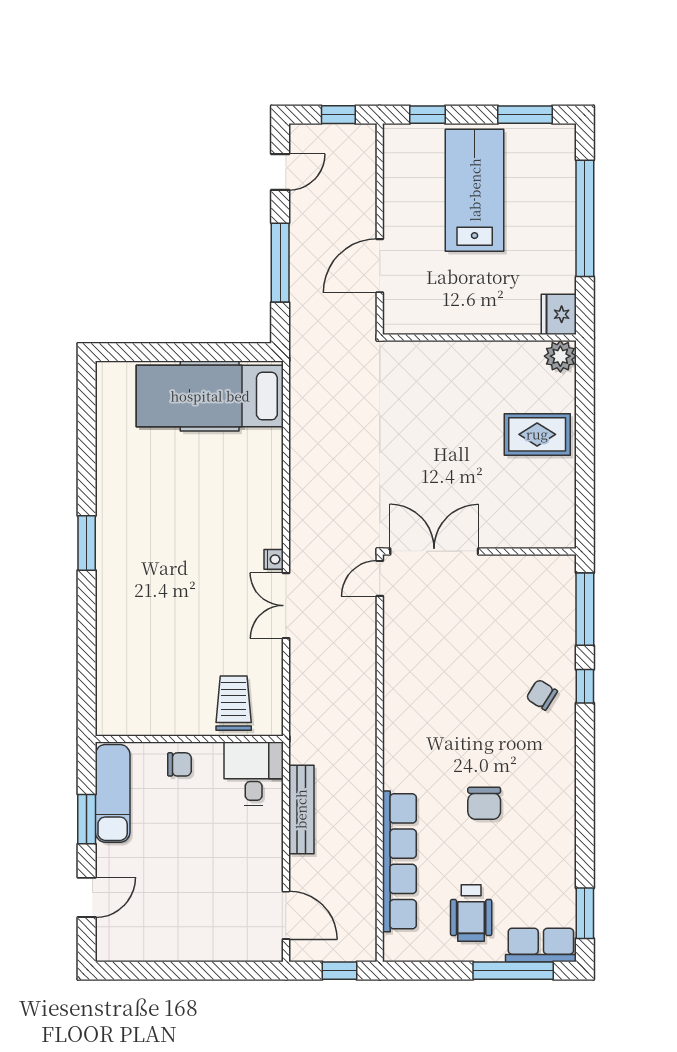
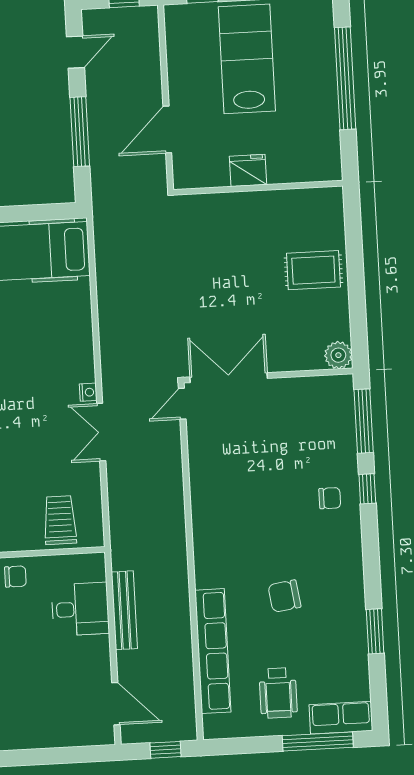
fridge: (559, 314) -> (248, 170), moved, turned 90
plant: (560, 356) -> (338, 355), moved
chair: (542, 695) -> (330, 498), turned 148
desk: (254, 774) -> (80, 609), moved, turned 90
chair: (484, 803) -> (284, 596), turned 82
window: (585, 913) -> (375, 631), moved

